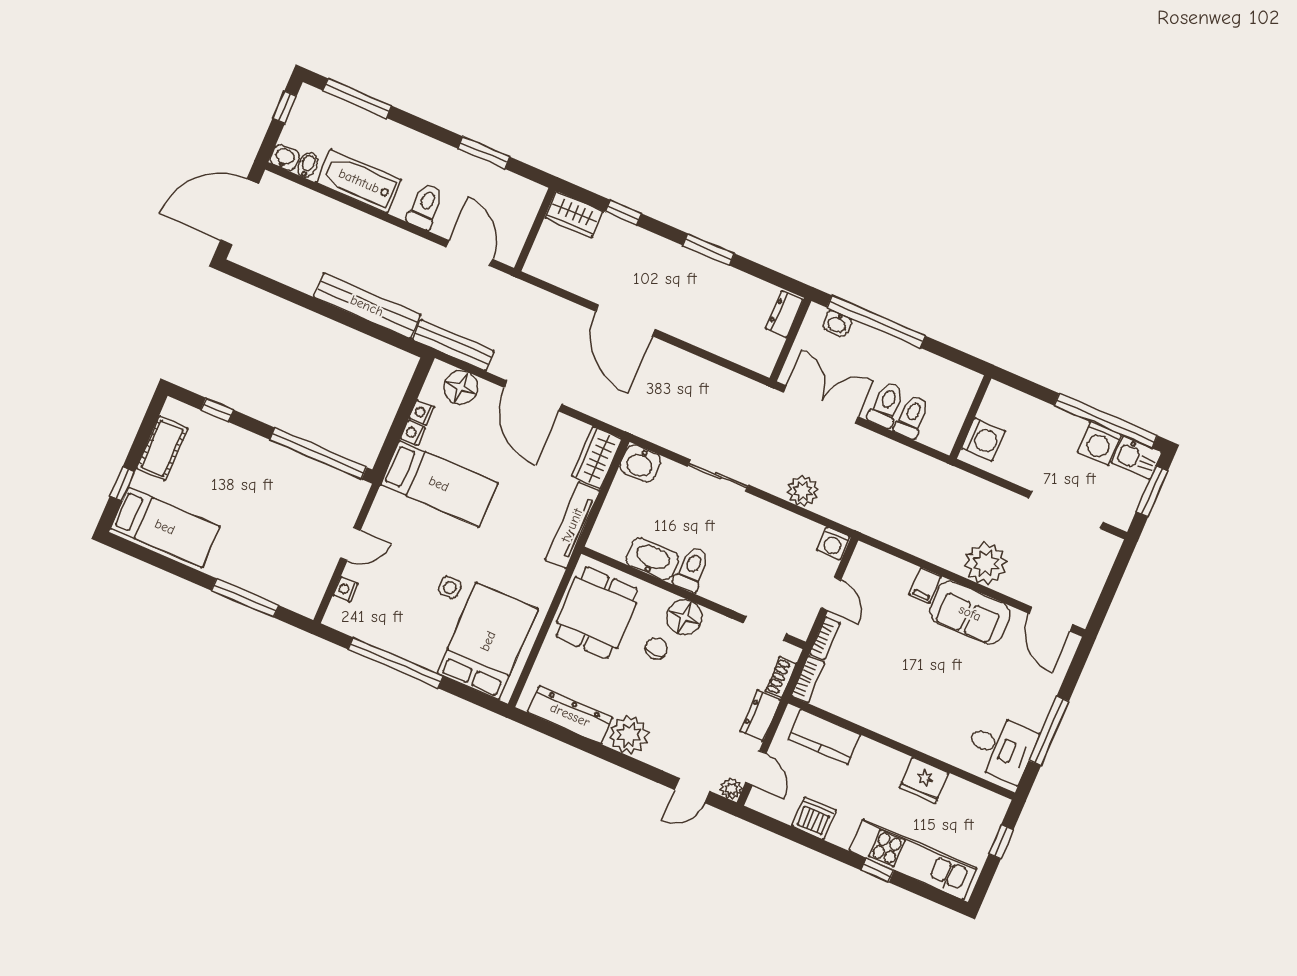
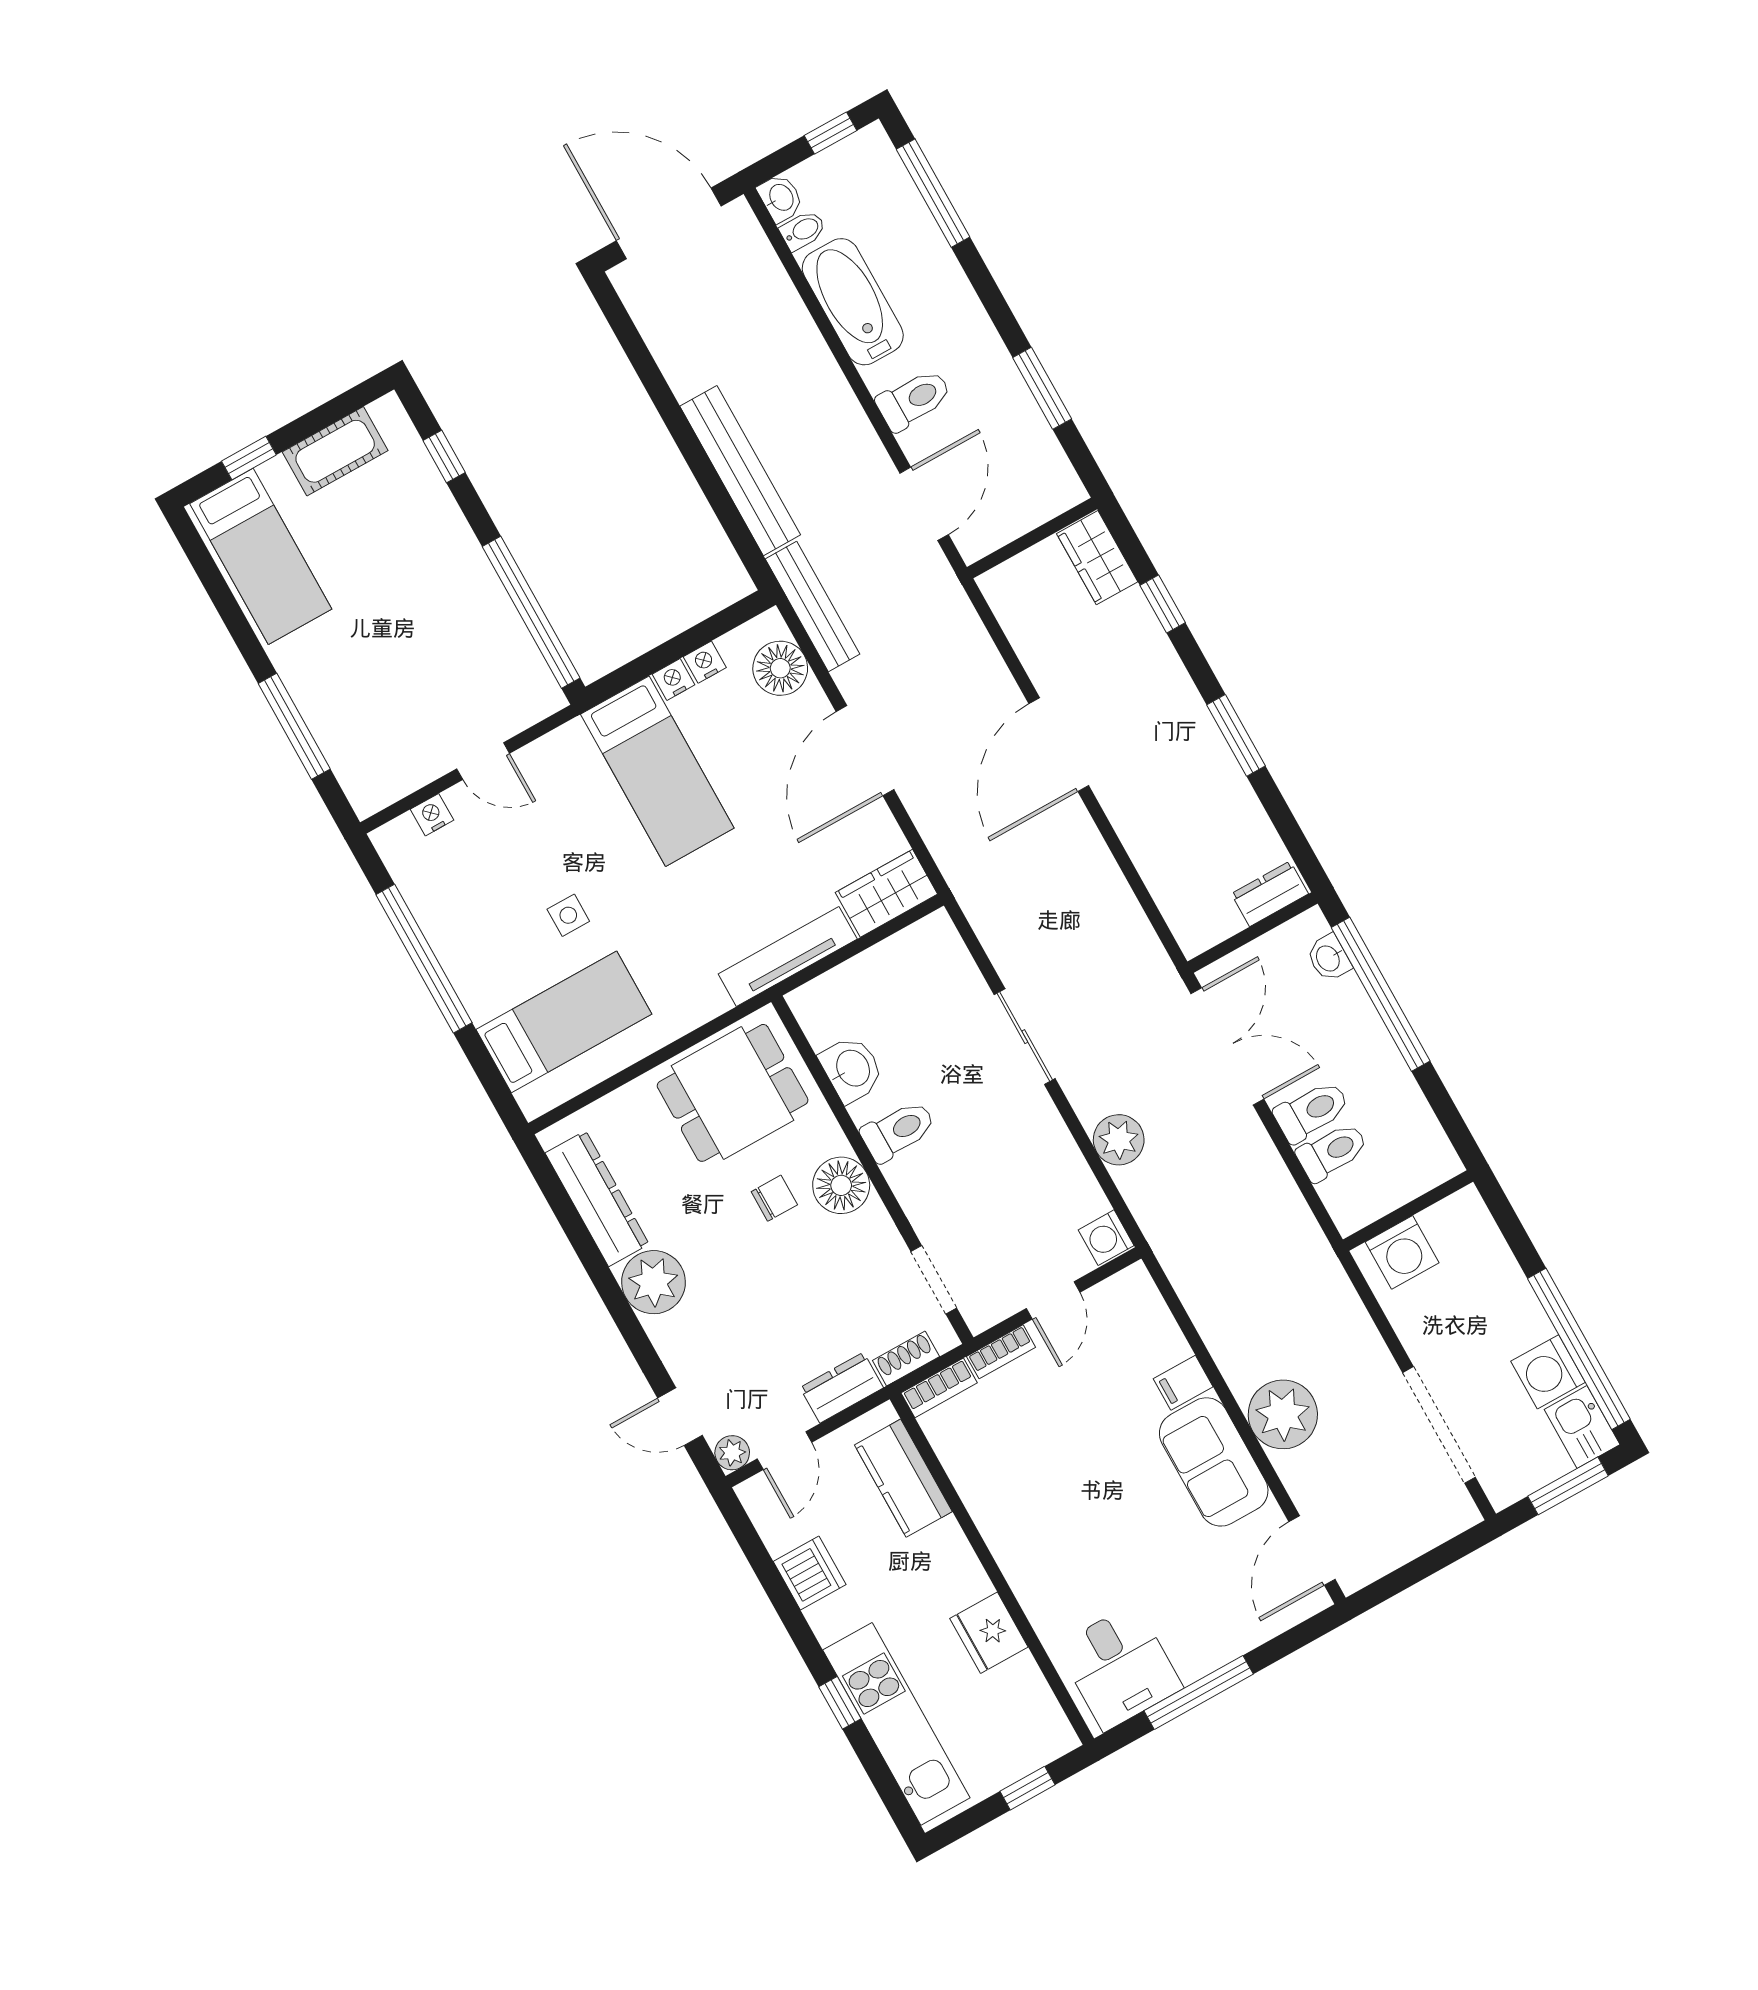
washbasin: (640, 463) -> (937, 944), removed
washbasin: (652, 559) -> (852, 1069), width x0.72
bed: (488, 641) -> (564, 1022), width x0.67

